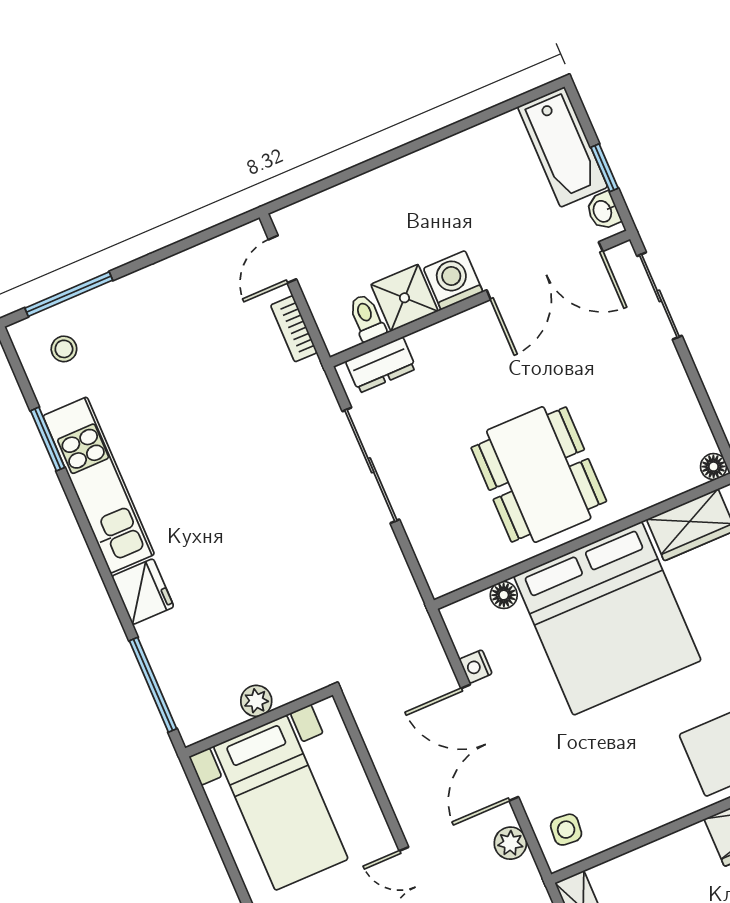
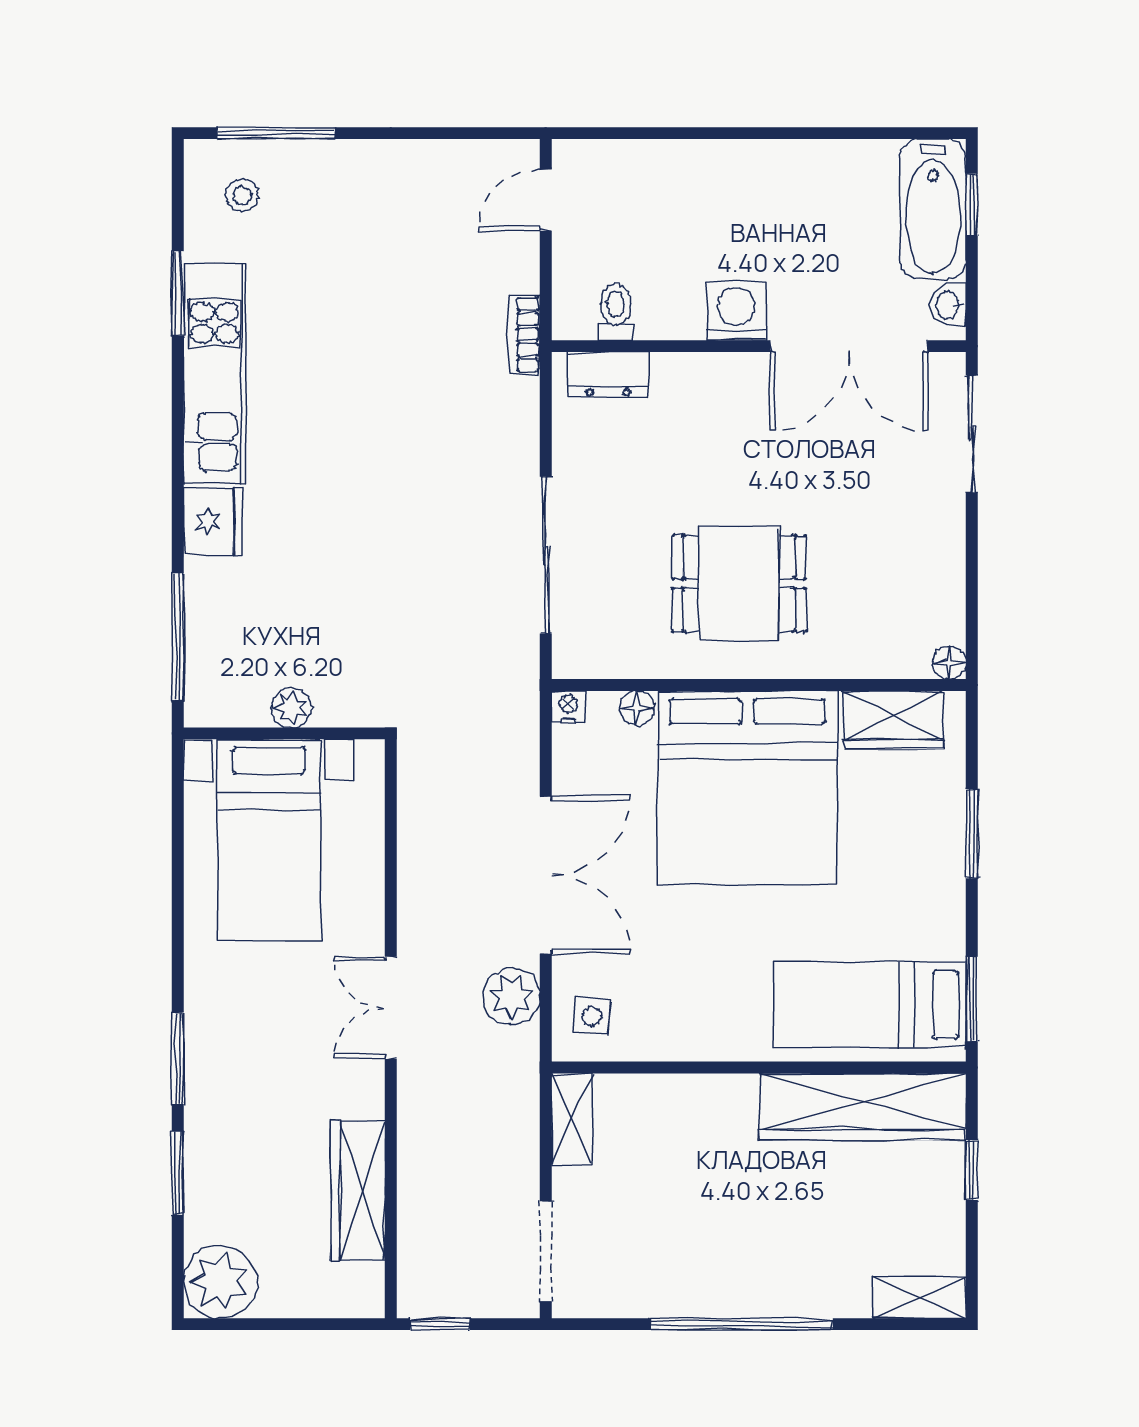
window: (604, 168) -> (972, 205), moved
shower: (404, 298) -> (670, 307), removed
bookcase: (294, 329) -> (524, 334), moved
sliding door: (371, 465) -> (546, 555), moved
dining table: (539, 474) -> (739, 584), width x0.73
nightstand: (476, 667) -> (569, 707), moved, turned 90
double door: (490, 743) -> (546, 875), swing flipped
plant: (510, 843) -> (511, 996), width x1.38, depth x1.38

